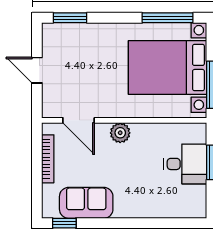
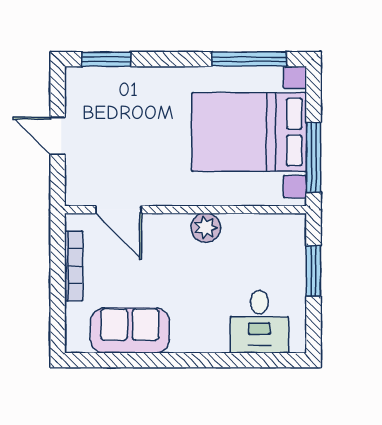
plant: (120, 133) -> (206, 228), moved
desk: (185, 164) -> (259, 322), moved, turned 90
window: (64, 223) -> (98, 360), removed

